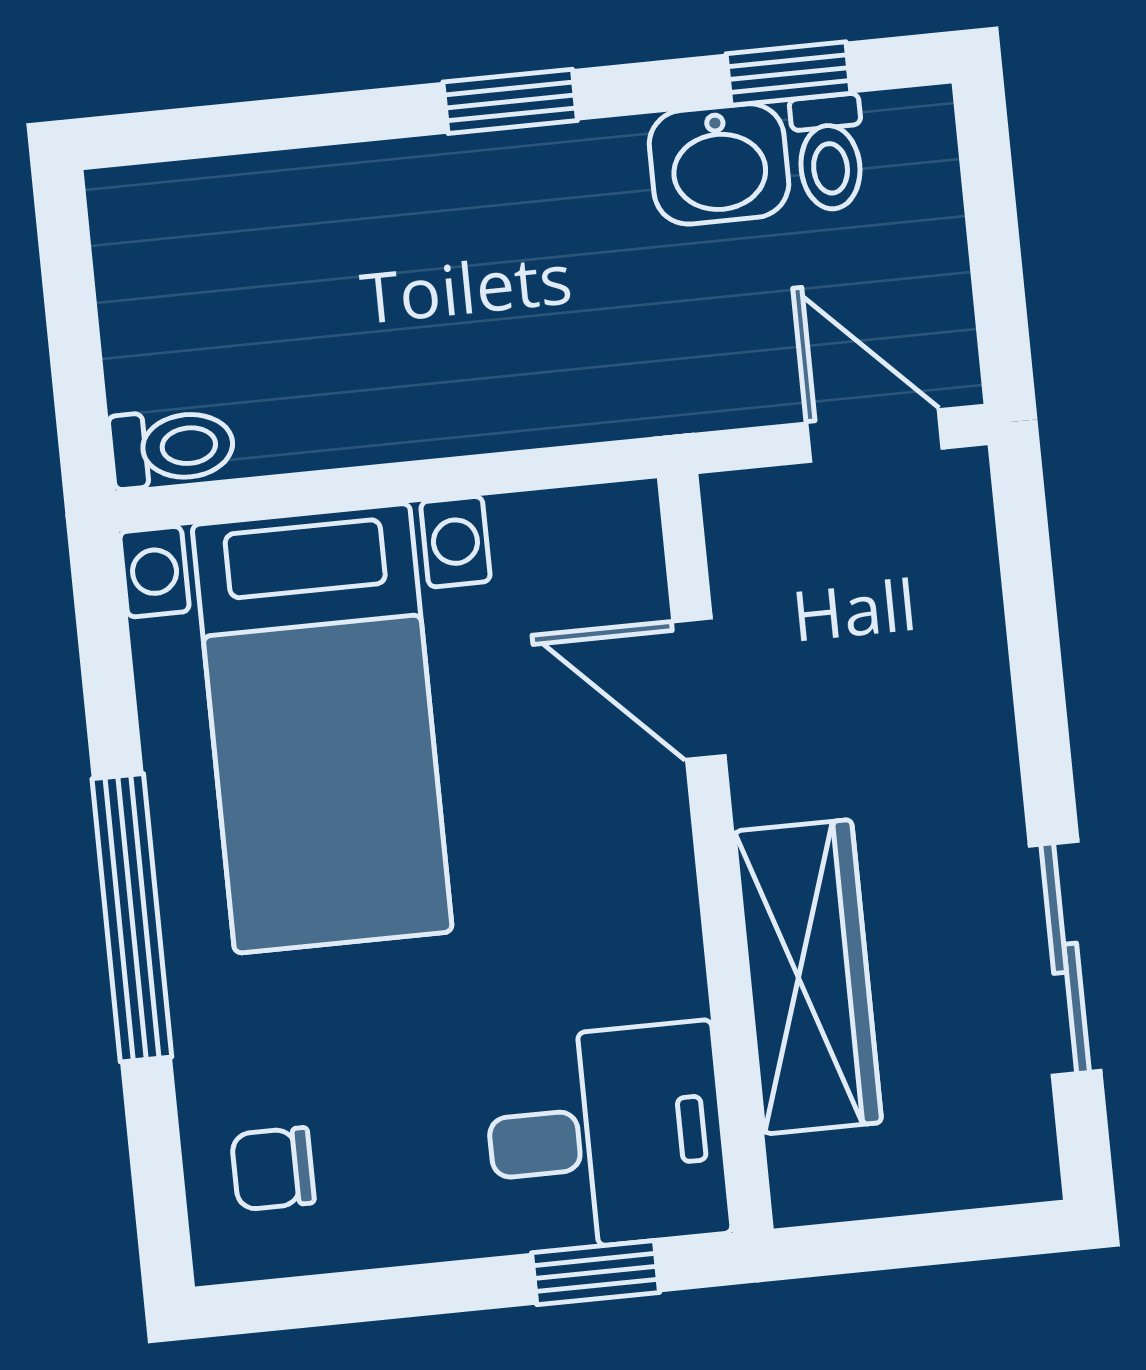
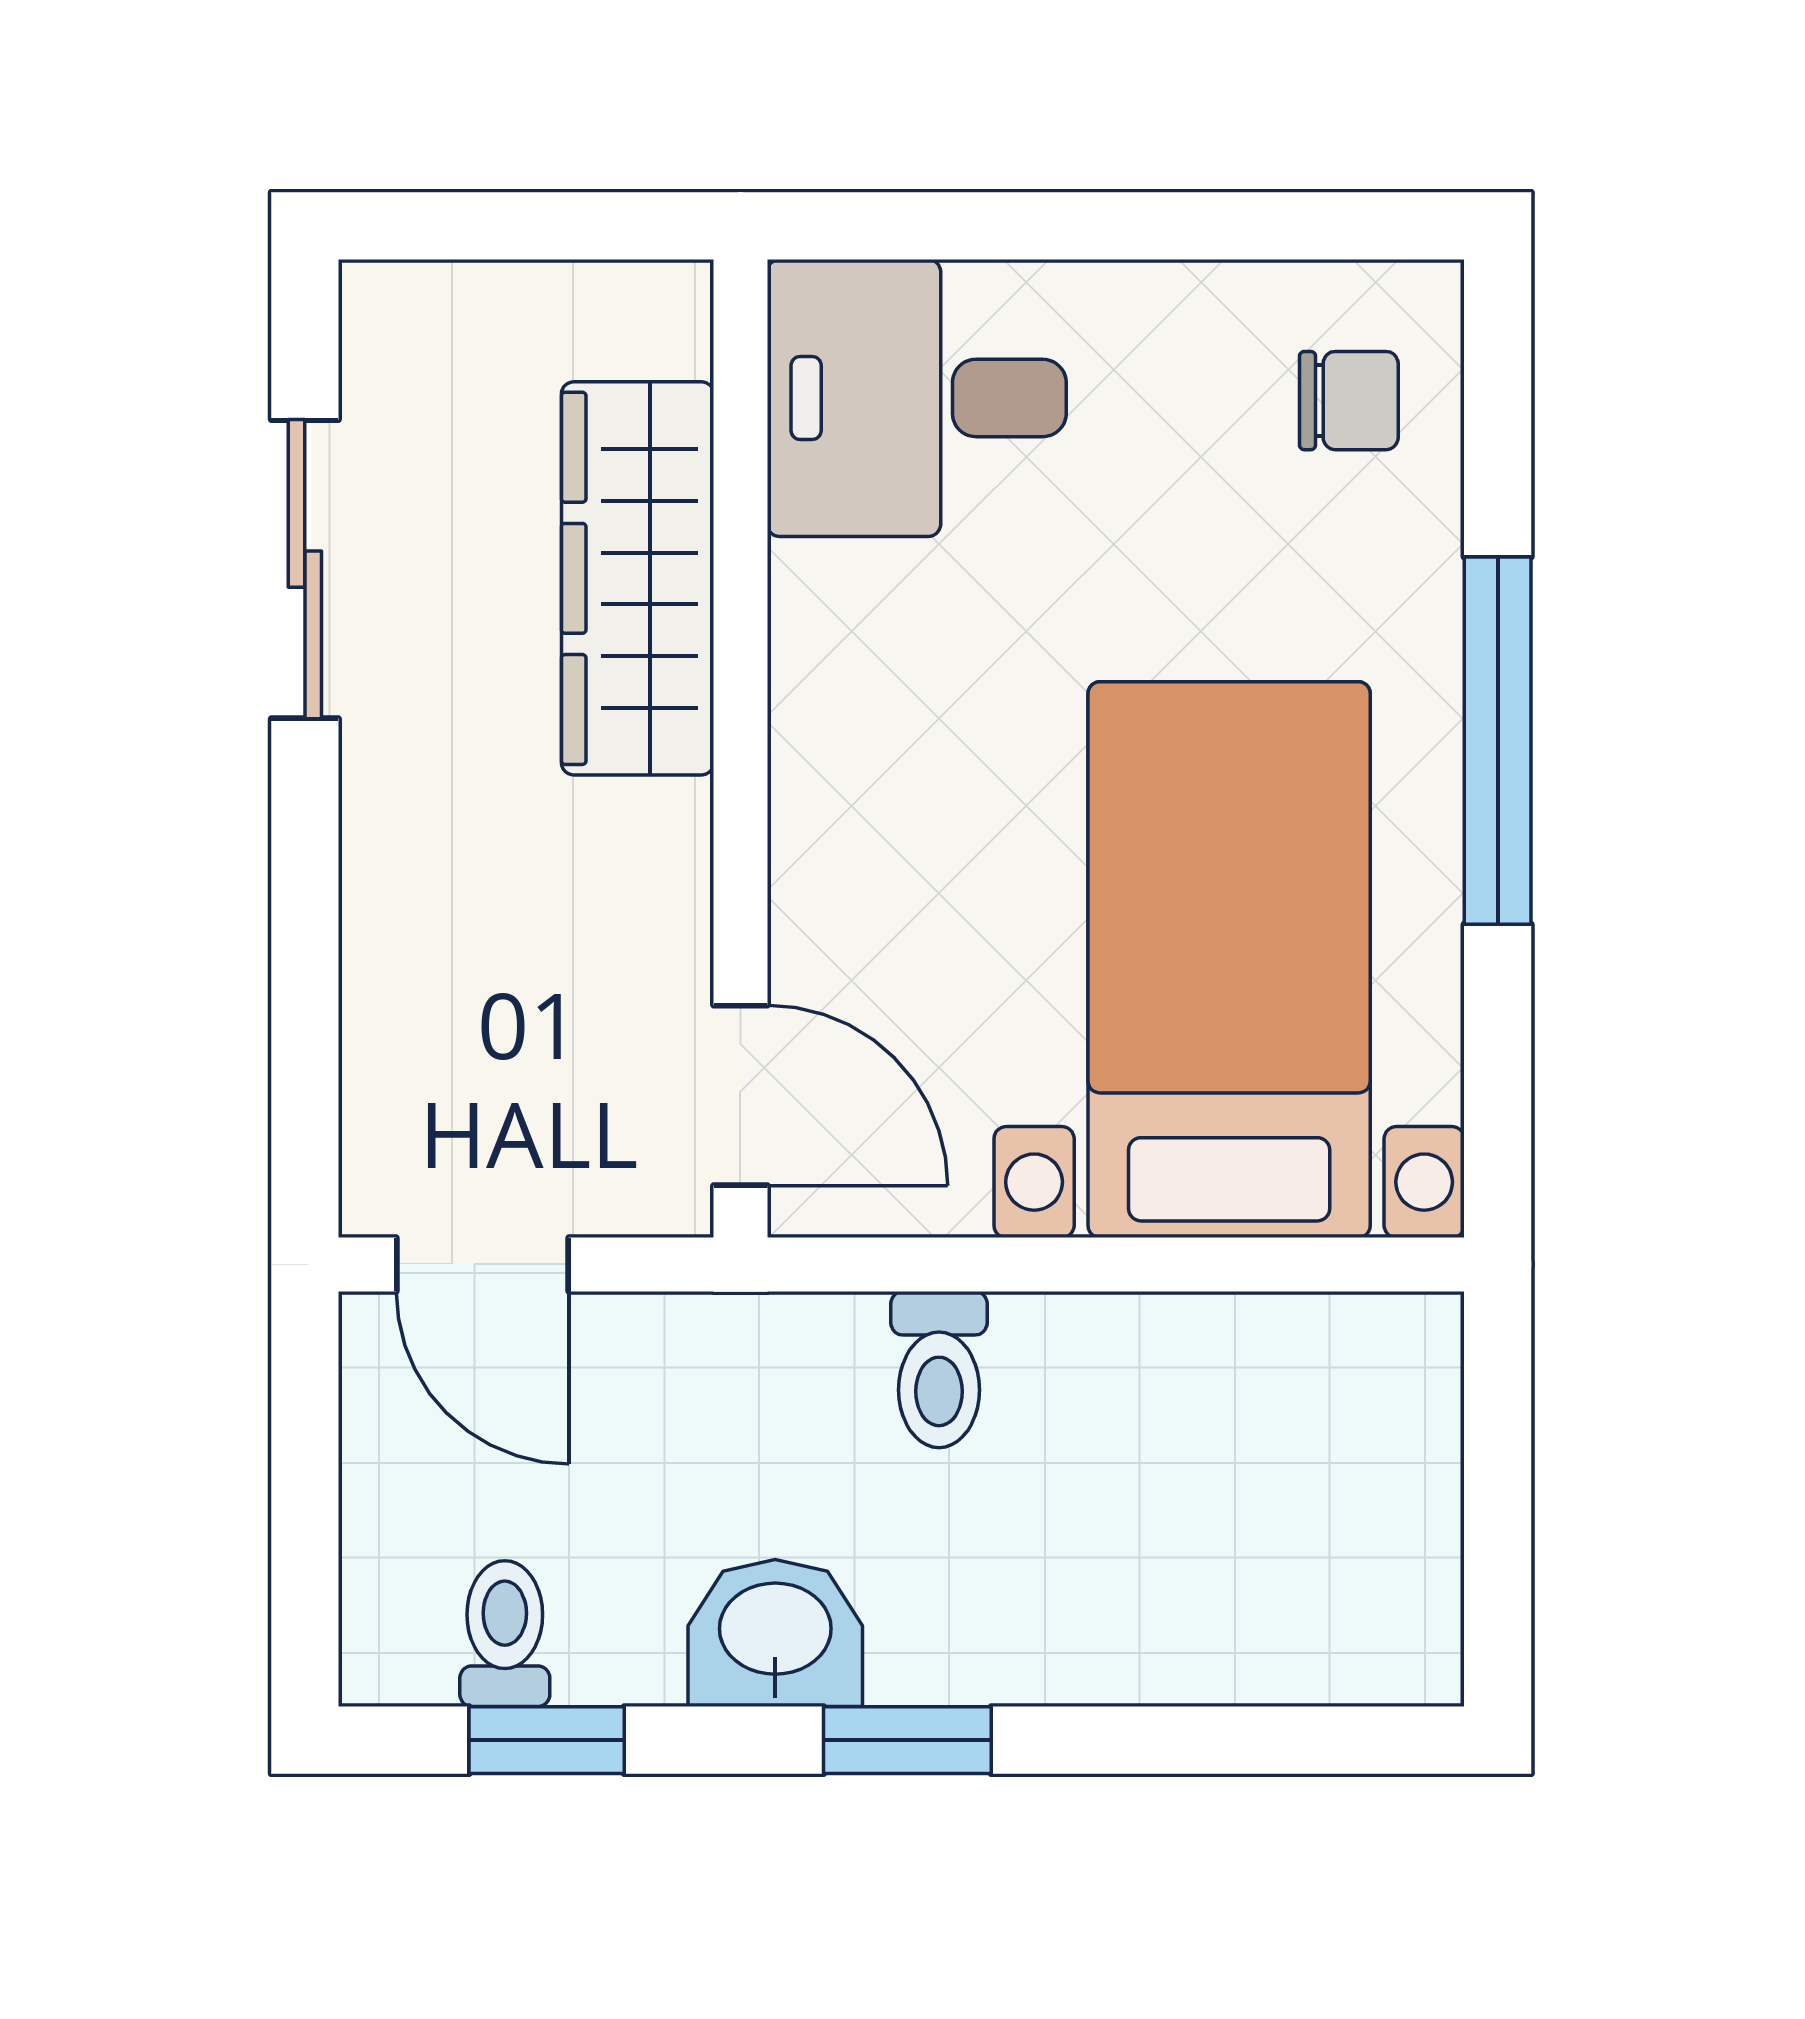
washbasin: (719, 164) -> (775, 1633), moved
toilet: (172, 447) -> (939, 1370), moved, turned -90
door: (699, 689) -> (740, 1095), moved
window: (596, 1273) -> (948, 226), removed

